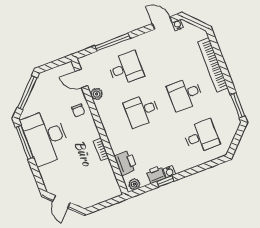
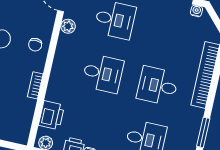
chair: (78, 110) -> (35, 45), moved
desk: (142, 111) -> (103, 73), turned 180

